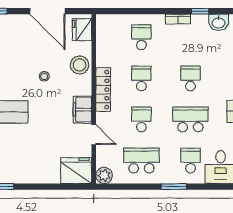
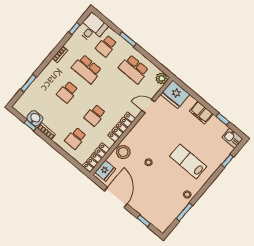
washbasin: (218, 22) -> (35, 118), moved
locker: (103, 35) -> (96, 157), added
filing cabinet: (82, 110) -> (201, 112), moved, turned 90
school desk: (141, 119) -> (114, 92), removed
door: (94, 135) -> (148, 106), hinge flipped

